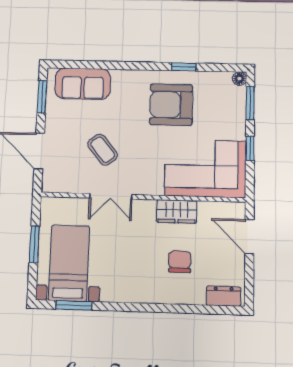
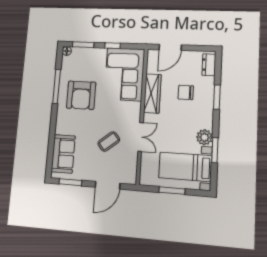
window: (184, 67) -> (57, 86), width x2.17
wardrobe: (177, 212) -> (152, 94), width x1.50
plant: (113, 291) -> (204, 137), added
window: (74, 305) -> (215, 150), moved
window: (174, 308) -> (217, 97), added

